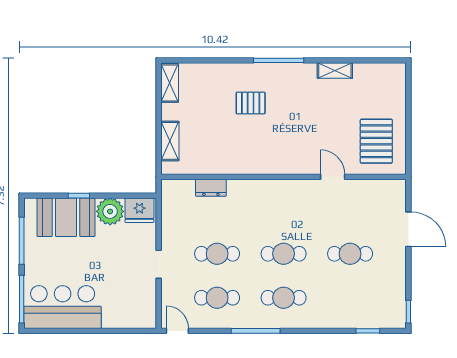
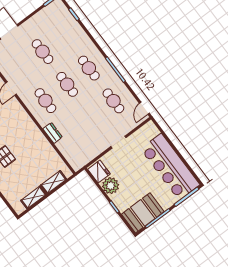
shelving: (170, 83) -> (34, 197), moved
dresser: (211, 188) -> (53, 133), moved
booth: (66, 217) -> (143, 213), moved, turned 90
cafe table: (217, 254) -> (45, 101), moved
bar counter: (63, 307) -> (170, 167), width x1.36

